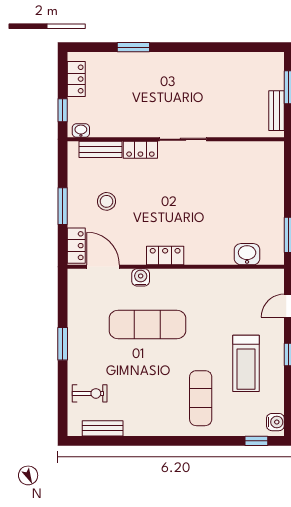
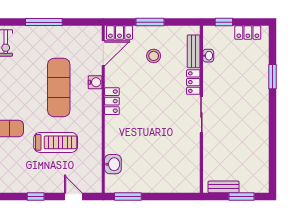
washbasin: (81, 130) -> (208, 56), moved
window: (63, 344) -> (44, 22), width x1.44
treadmill: (246, 363) -> (56, 142), moved, turned 180

